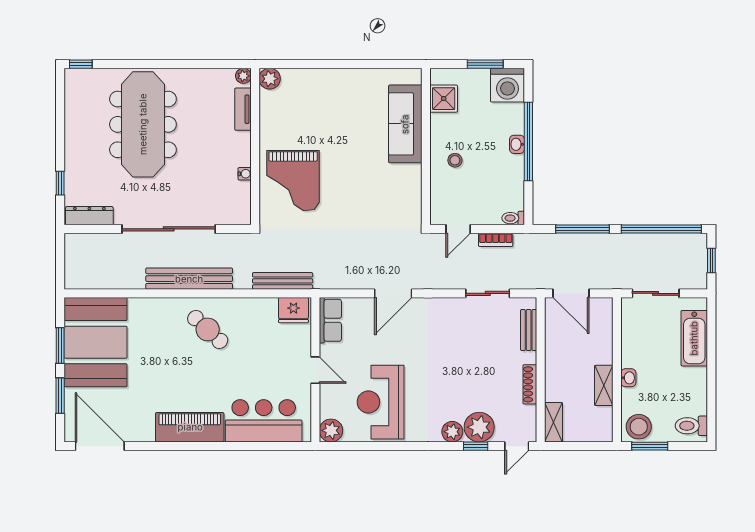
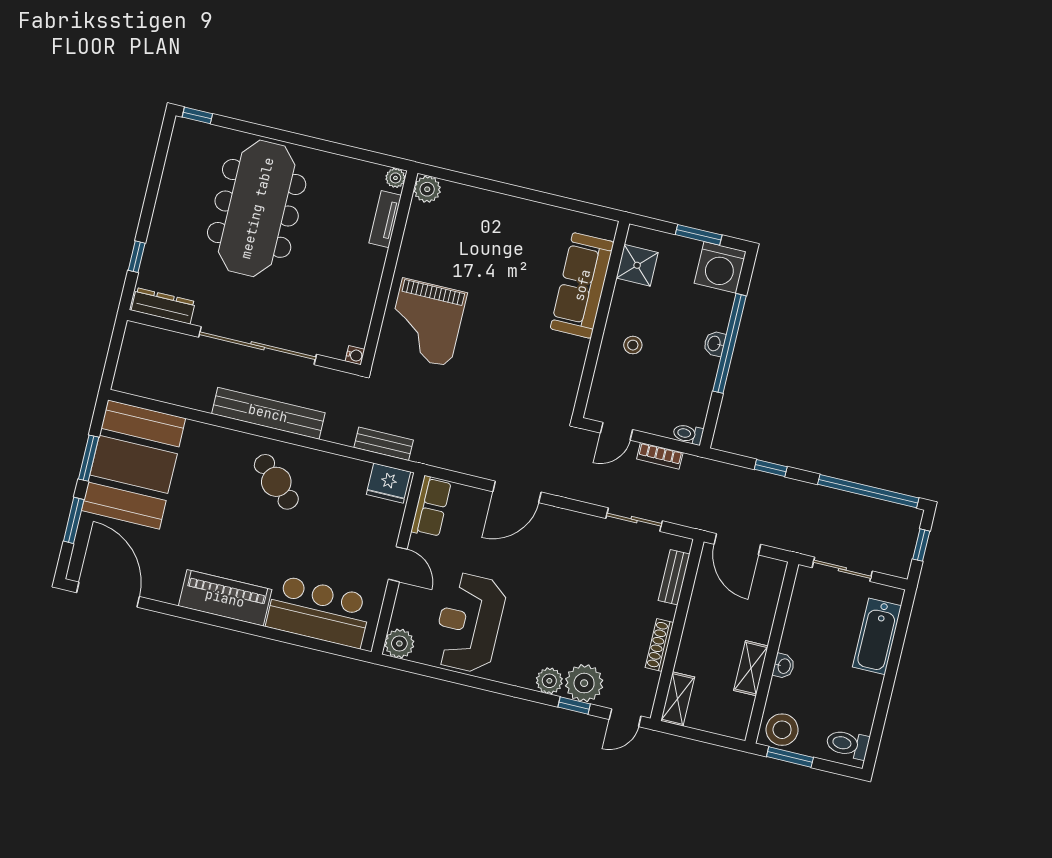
water cooler: (245, 174) -> (355, 355), moved
window: (582, 229) -> (771, 468), width x0.46
bench: (283, 281) -> (384, 444), width x0.73

